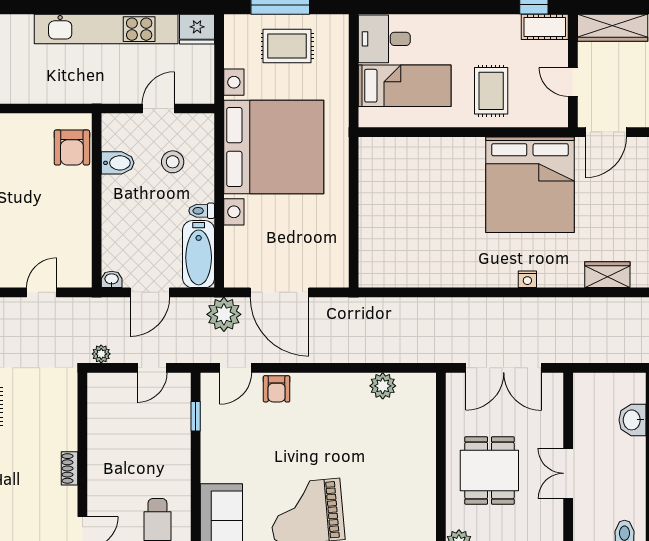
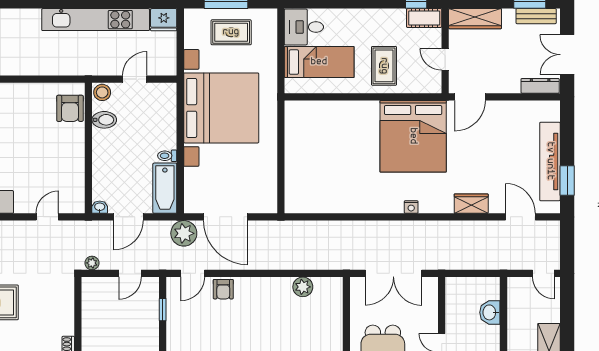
stool: (173, 162) -> (102, 92), moved

